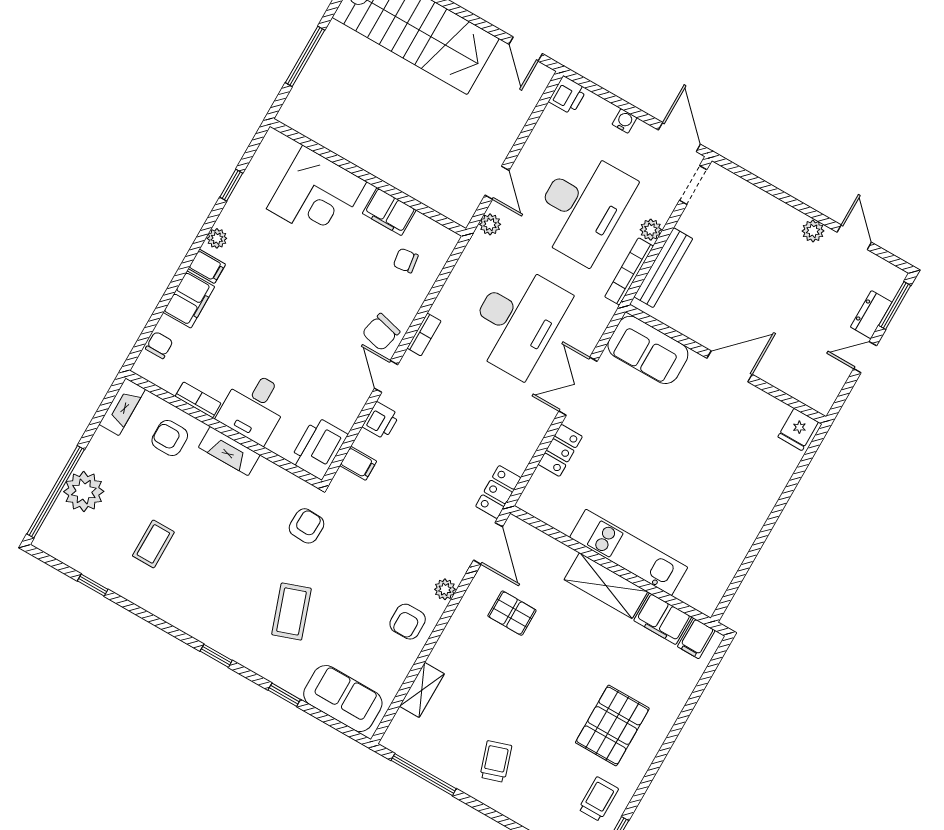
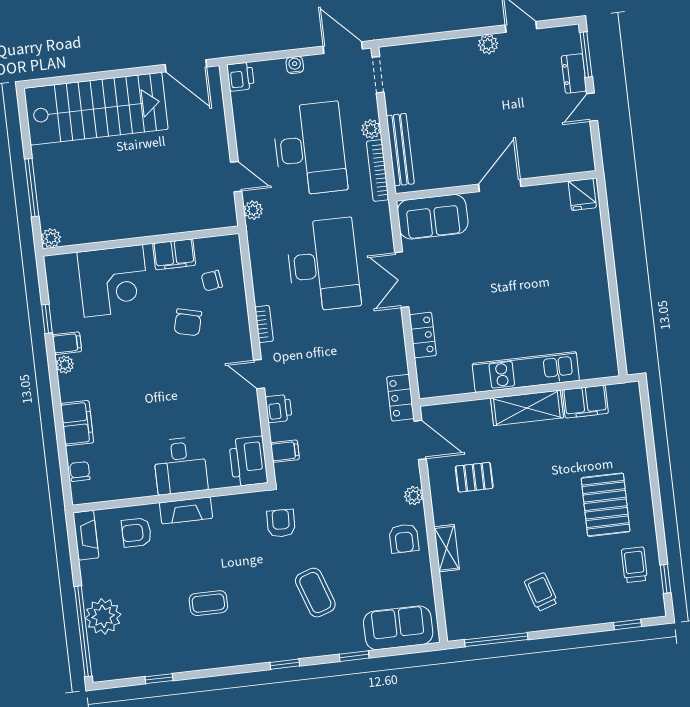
door: (526, 49) -> (186, 66), width x1.37
plant: (289, 115) -> (51, 238), added
filing cabinet: (207, 266) -> (67, 343), moved
chair: (381, 332) -> (188, 322), moved
bookcase: (198, 400) -> (137, 490), removed
coffee table: (153, 544) -> (208, 603), moved, turned 90
filing cabinet: (696, 638) -> (620, 398), removed
shelving: (422, 690) -> (447, 548), moved

